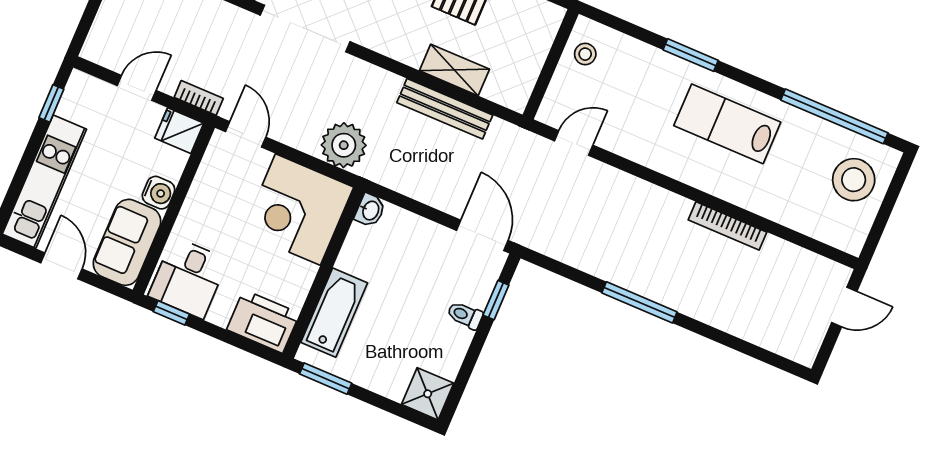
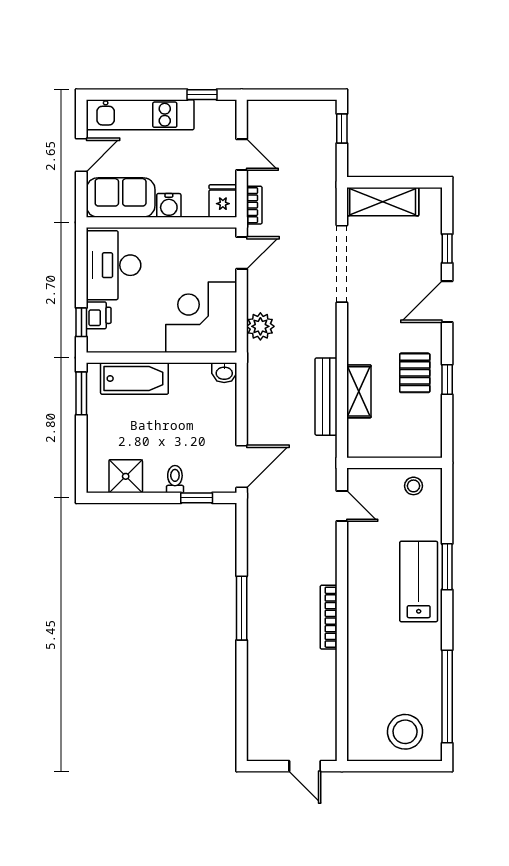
lab bench: (727, 124) -> (419, 581), moved
plant: (344, 145) -> (260, 326), width x0.73, depth x0.73
bookcase: (728, 226) -> (329, 617), moved
desk: (188, 278) -> (113, 265), width x1.37
window: (171, 313) -> (81, 322), moved
printer: (263, 321) -> (99, 315), width x0.53, depth x0.68
shower: (428, 394) -> (126, 476), moved

